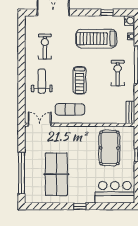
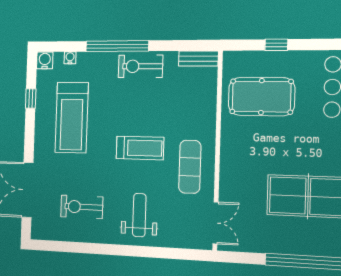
exercise bike: (118, 73) -> (140, 66), moved
weight bench: (42, 81) -> (139, 215), turned 90
double door: (40, 125) -> (215, 223), swing flipped

